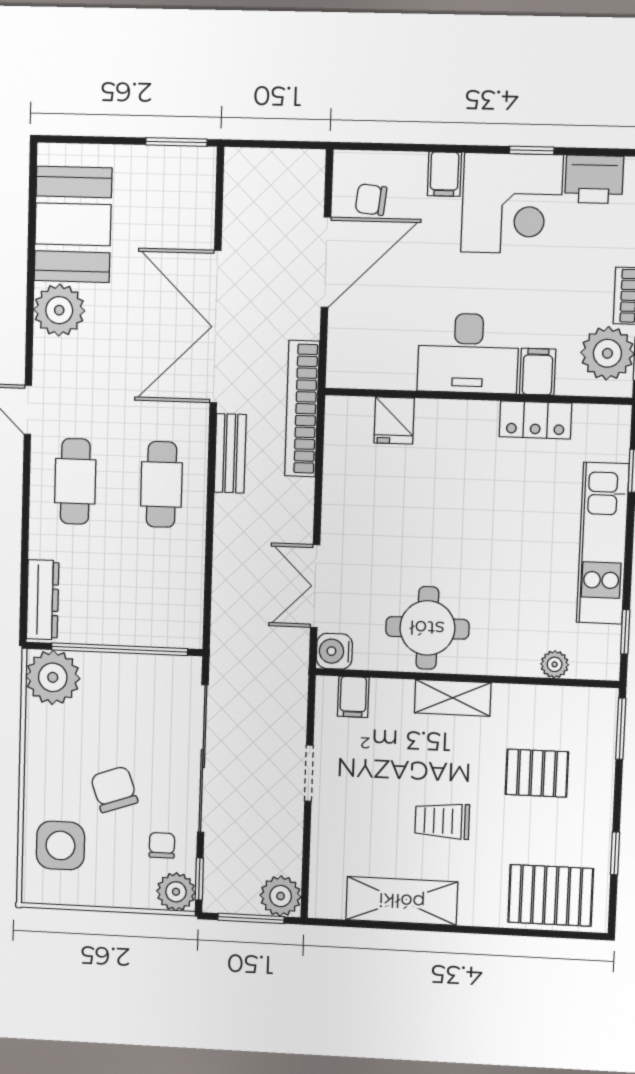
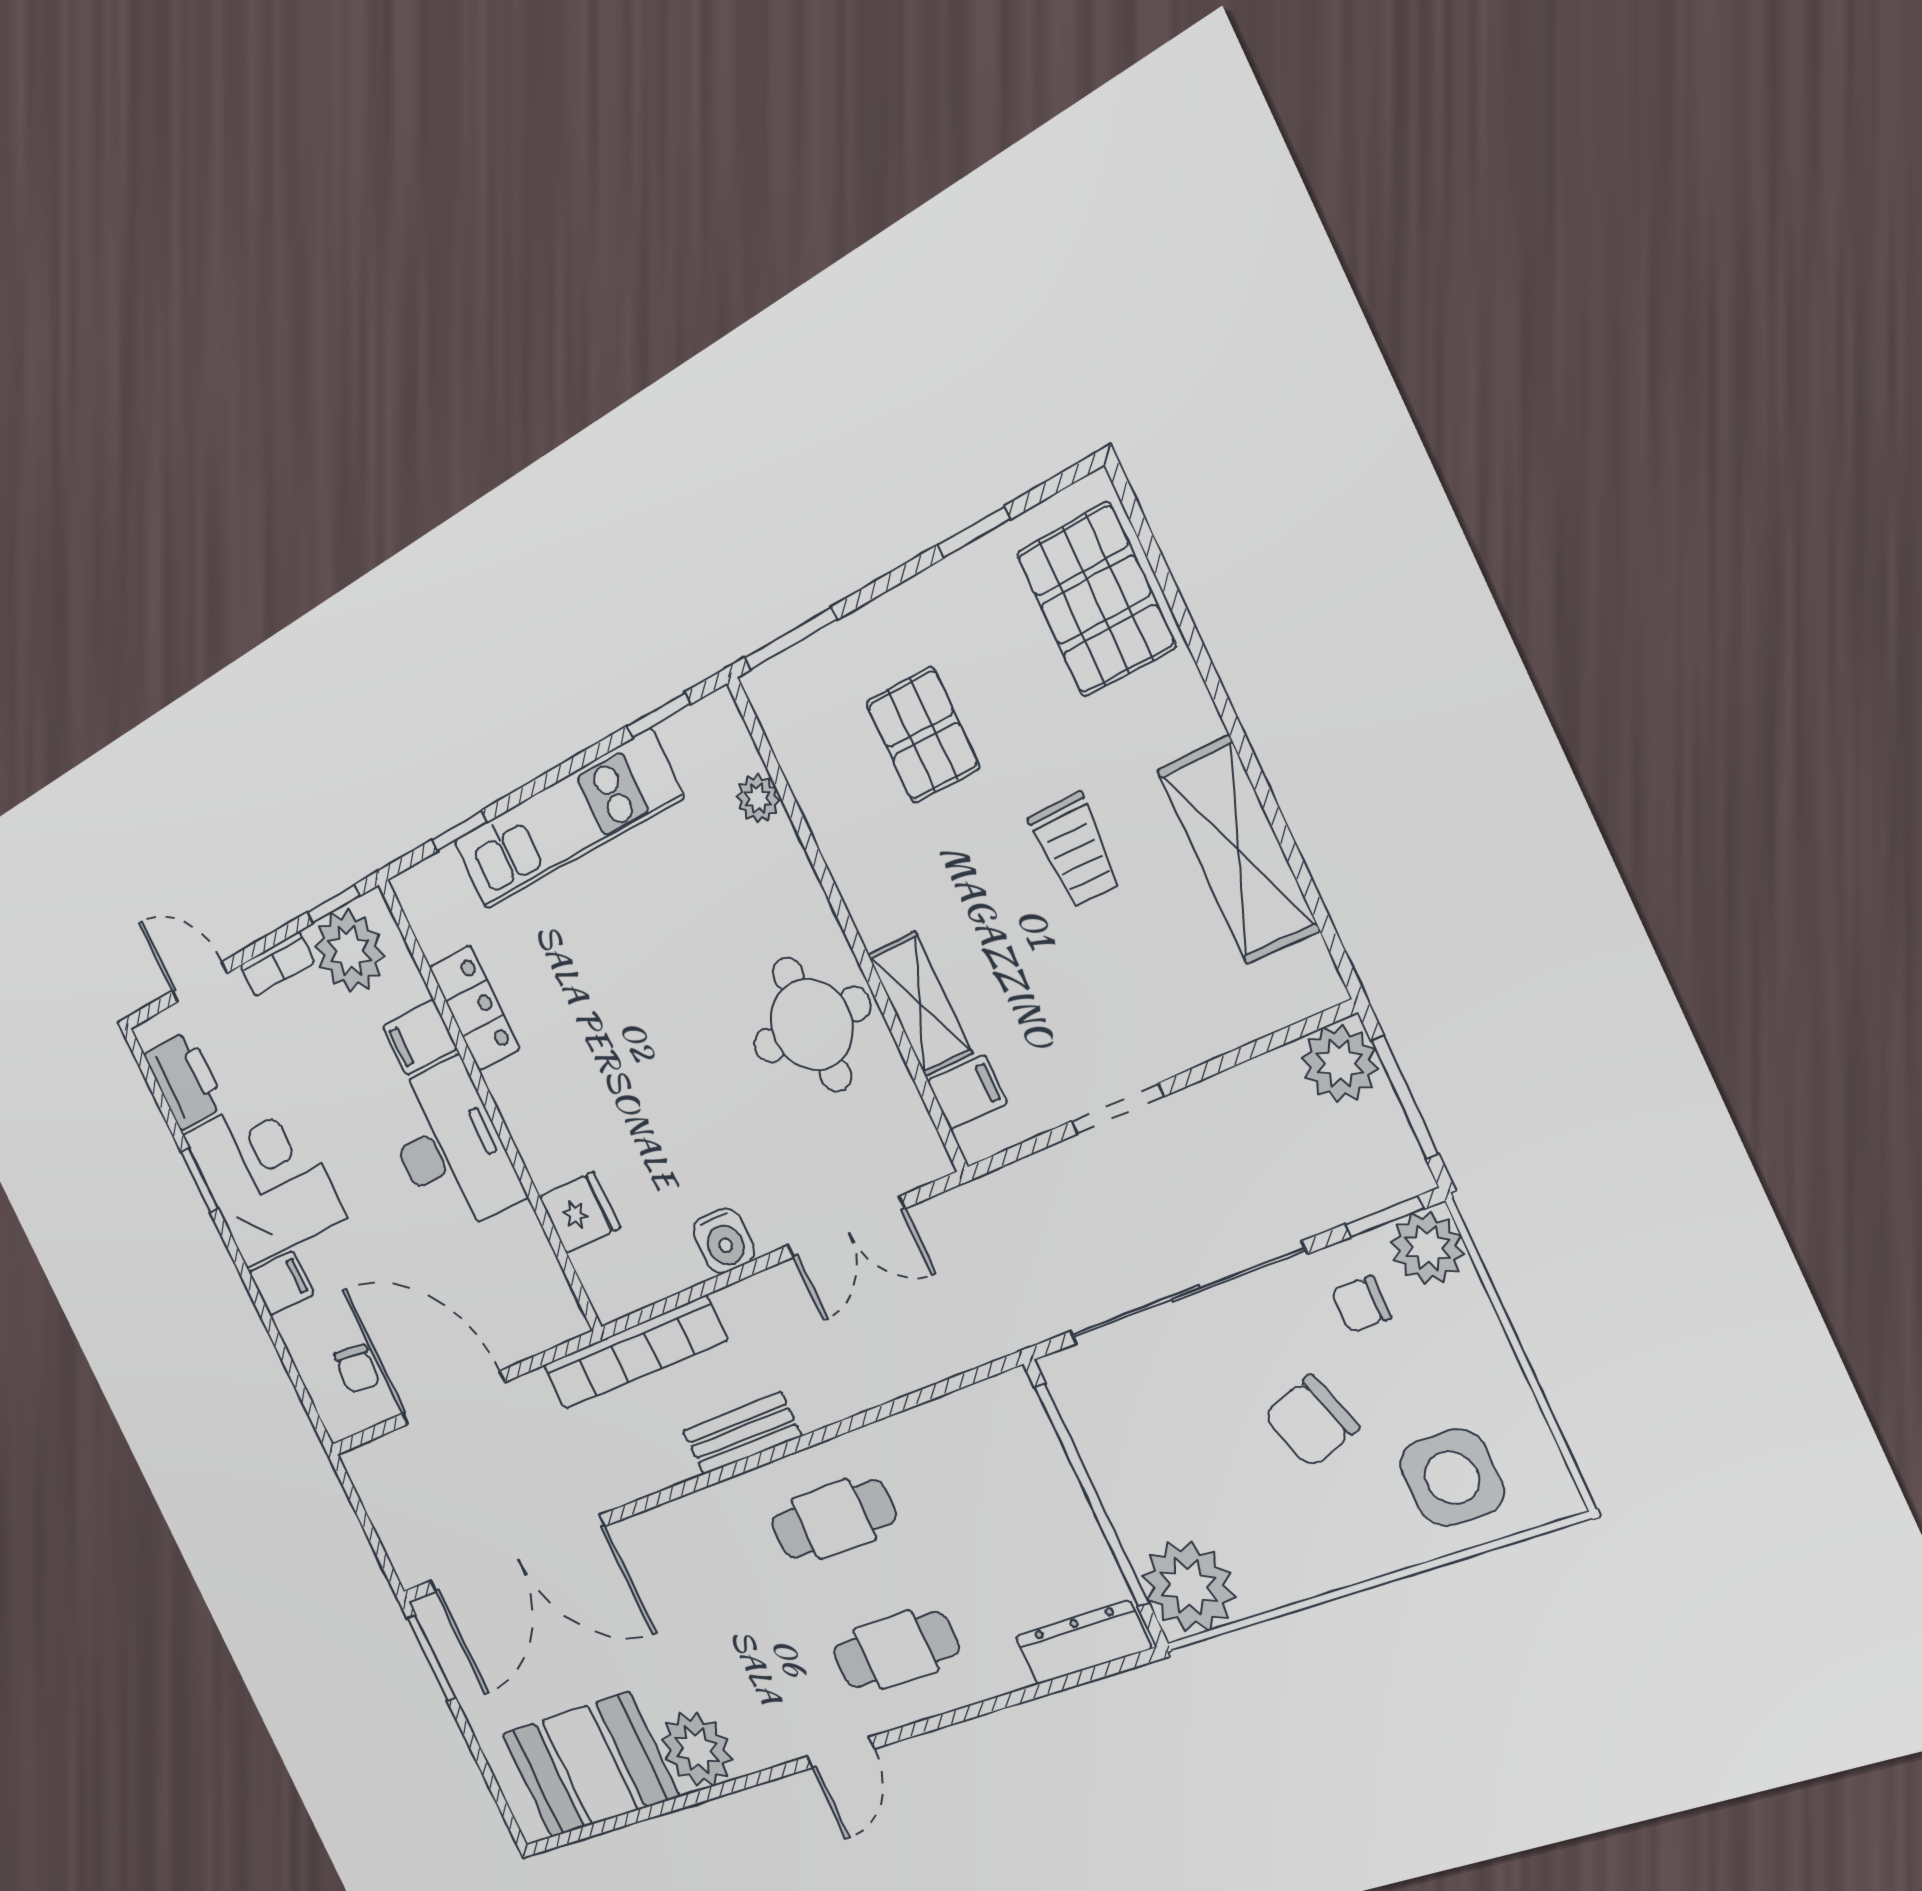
double door: (215, 327) -> (516, 1554), moved
water cooler: (334, 651) -> (724, 1241), moved
shelving: (453, 698) -> (920, 1004), moved

